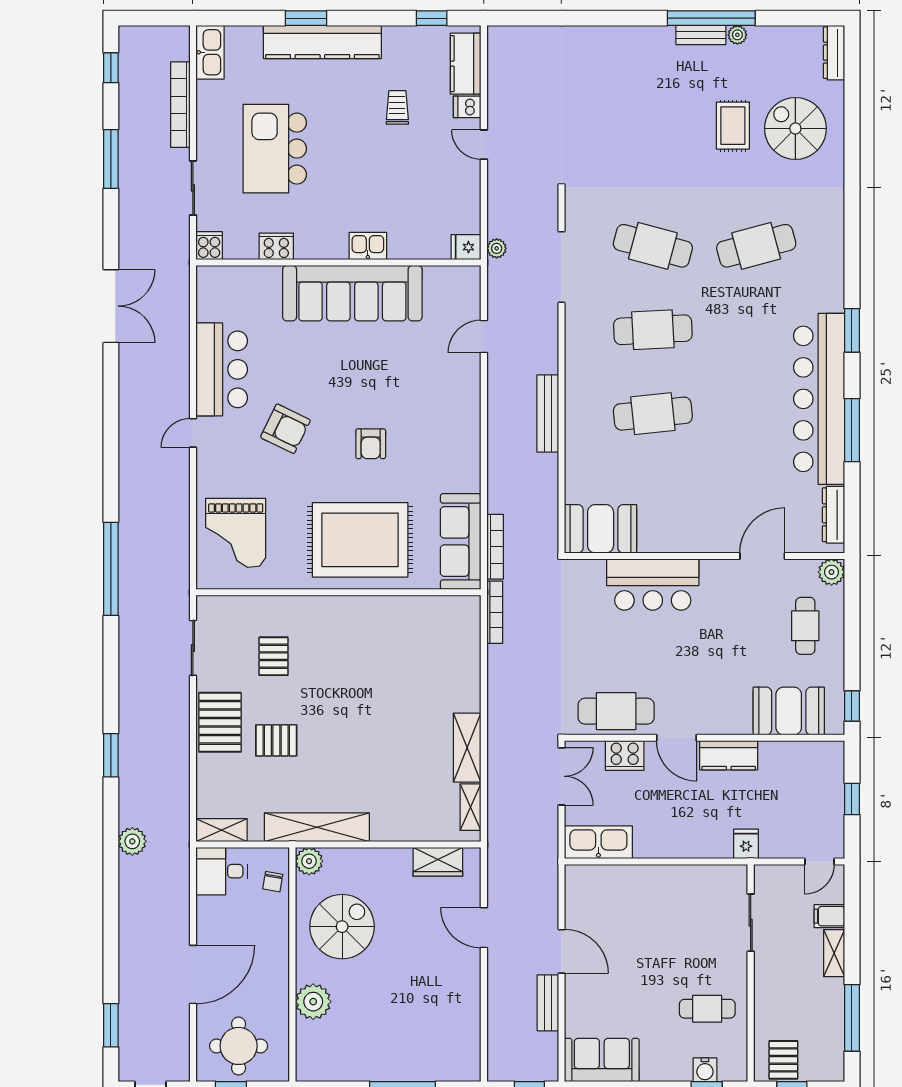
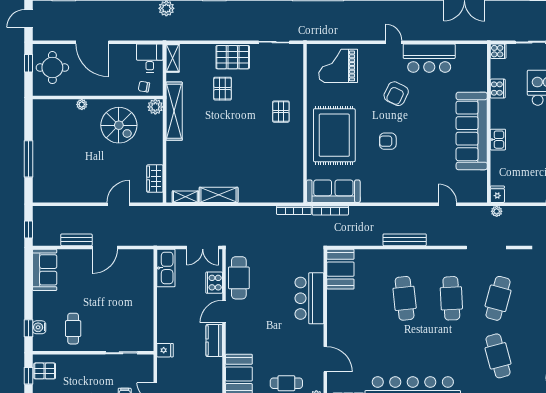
pallet: (274, 656) -> (281, 112), moved, turned 90
plant: (313, 1002) -> (82, 104), width x0.53, depth x0.53

